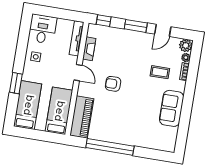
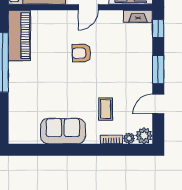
door: (163, 30) -> (158, 104), hinge flipped
fireplace: (89, 49) -> (138, 16), moved
armchair: (113, 84) -> (81, 53), turned -90
piano: (82, 117) -> (19, 36), moved, turned -90

